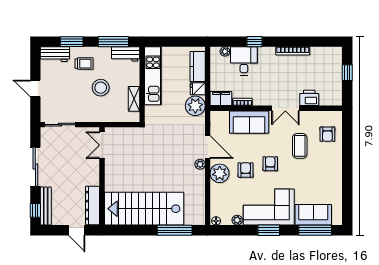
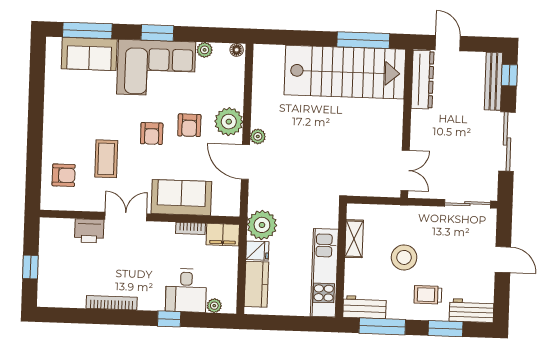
armchair: (327, 134) -> (64, 175), turned 90
window: (175, 230) -> (363, 40), moved

